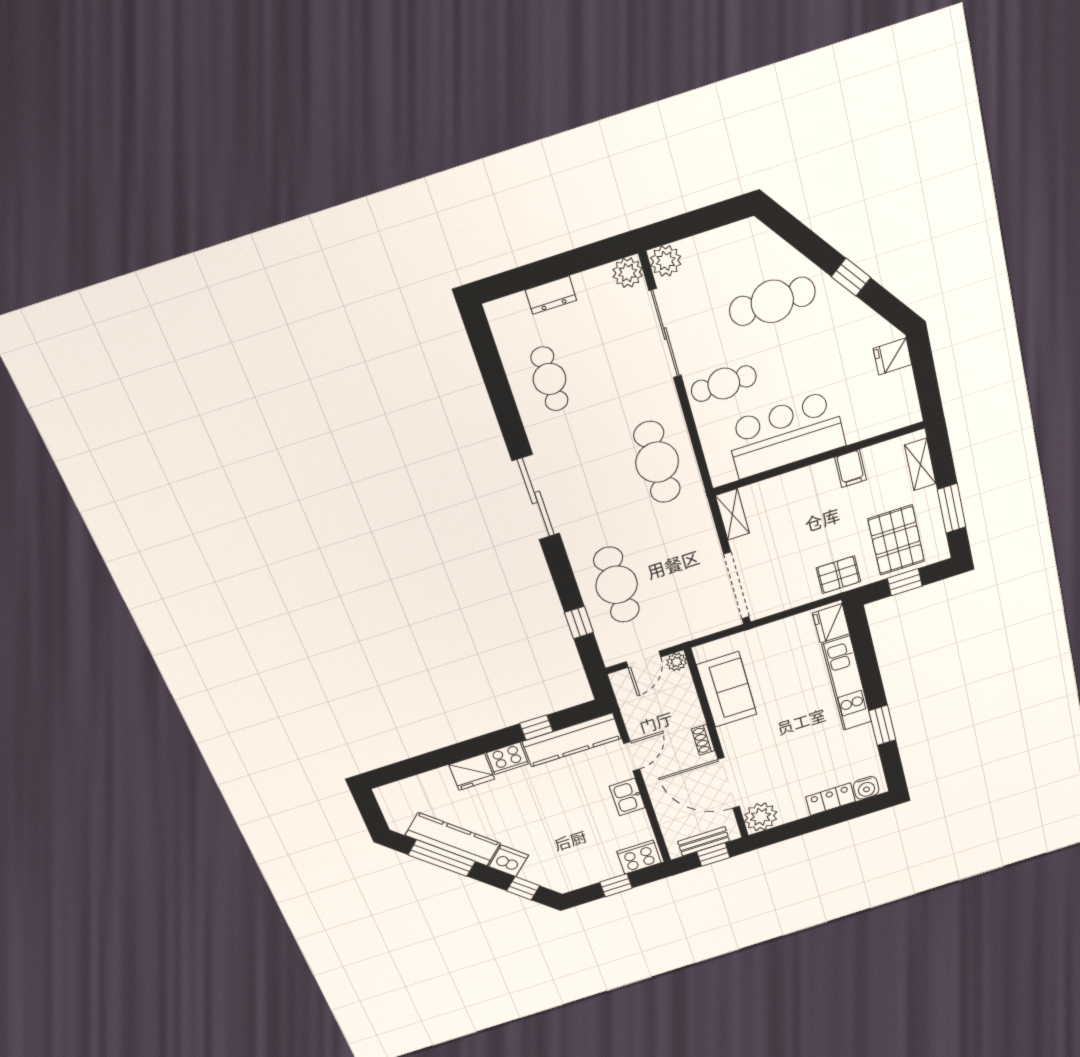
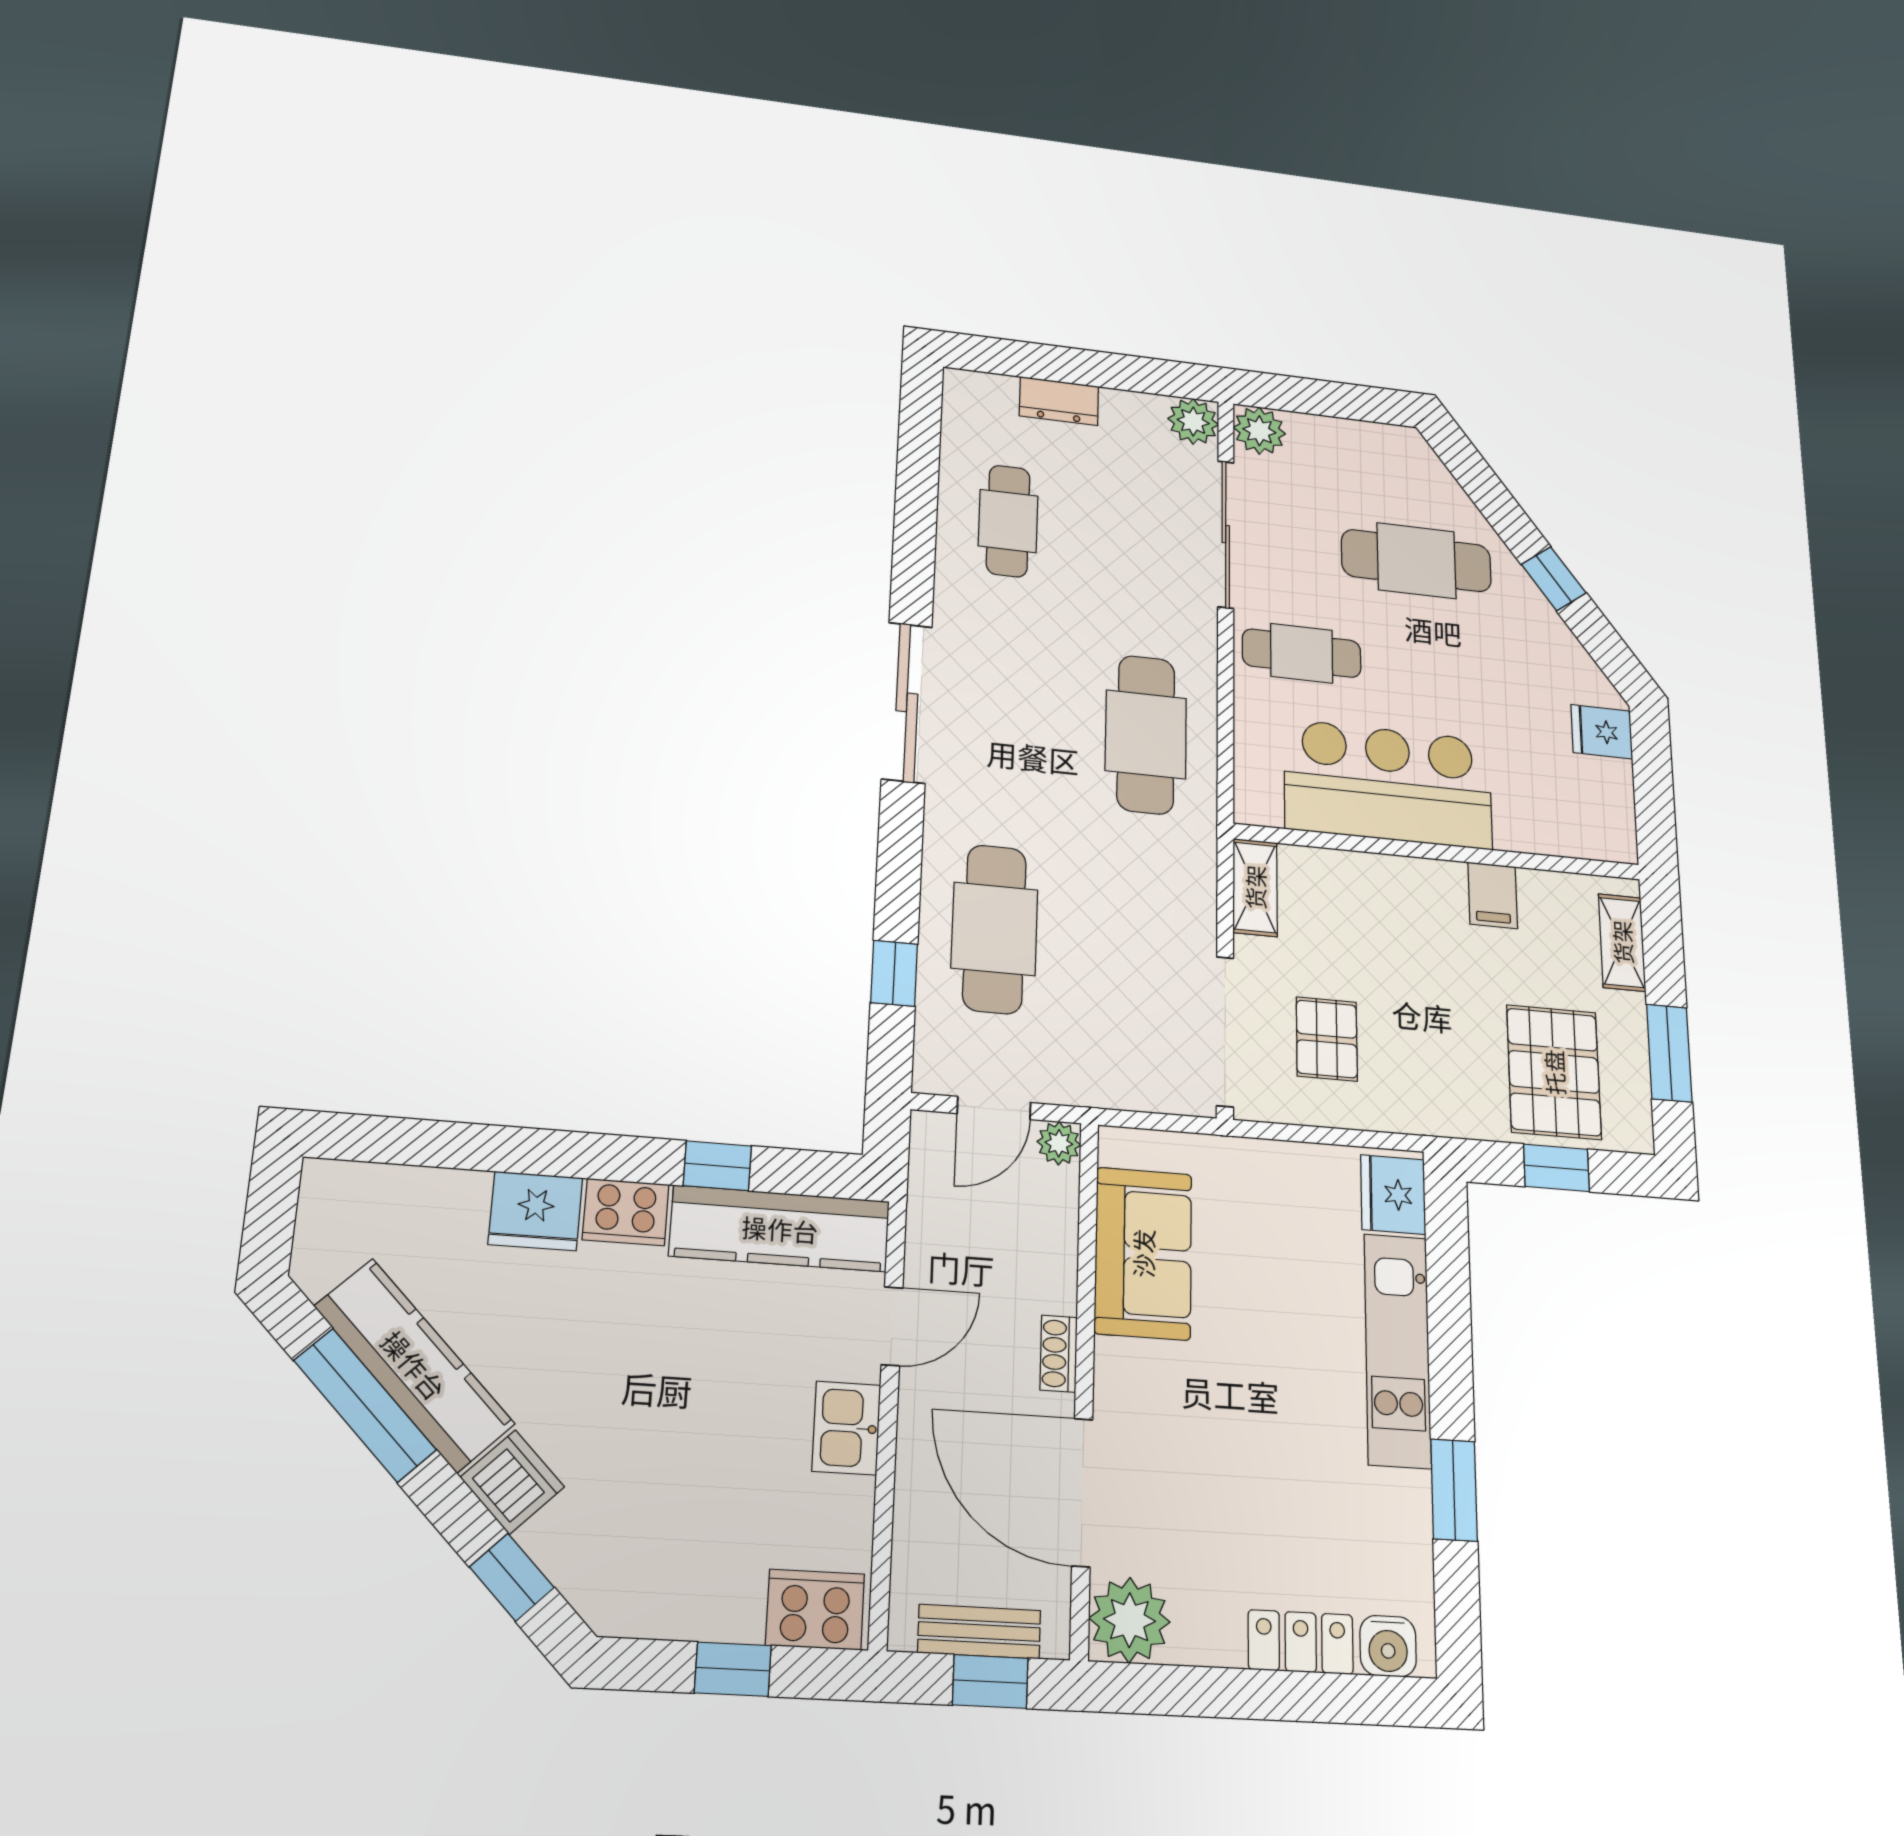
pallet: (838, 575) -> (1327, 1039), moved, turned 90

